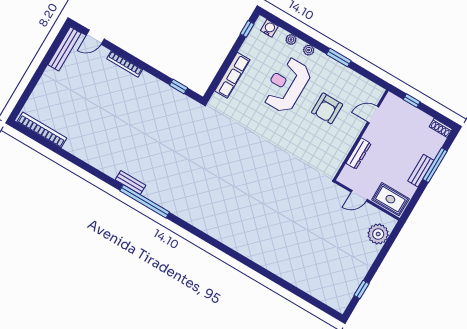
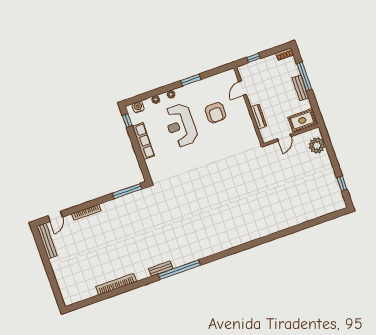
row of seats: (232, 75) -> (143, 141), moved
window: (179, 86) -> (127, 191), width x2.17
bookcase: (42, 130) -> (116, 284), moved

